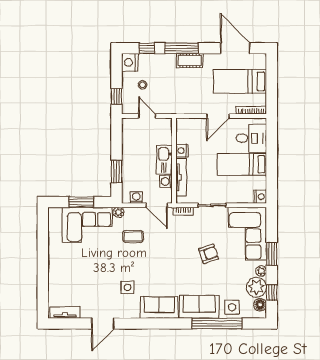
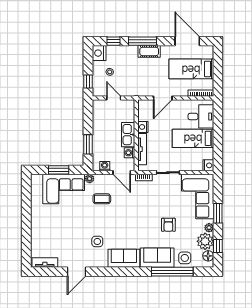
door: (218, 116) -> (163, 98), moved
armchair: (209, 254) -> (168, 225), moved, turned 108

